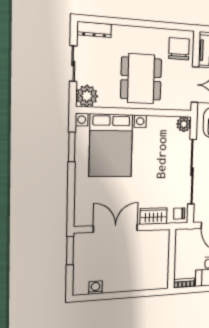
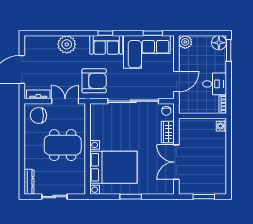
plant: (87, 96) -> (77, 186), removed
plant: (184, 124) -> (96, 109), removed
window: (72, 147) -> (131, 197), moved
window: (70, 251) -> (204, 197), moved
washing machine: (96, 288) -> (221, 126), moved

